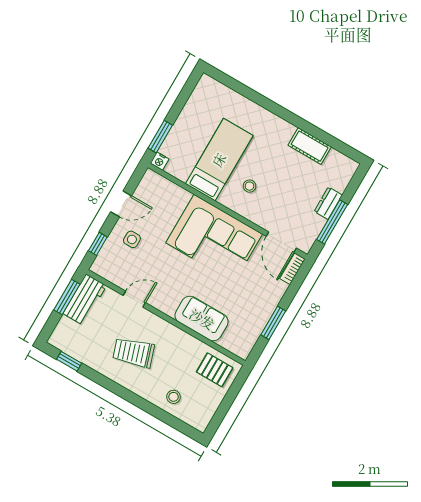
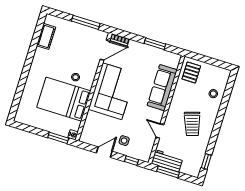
cot: (310, 146) -> (46, 36), moved
bed: (219, 160) -> (64, 99), width x1.50
dresser: (328, 203) -> (75, 27), removed
door: (121, 204) -> (104, 152), hinge flipped
sofa: (202, 319) -> (162, 88), width x1.36

